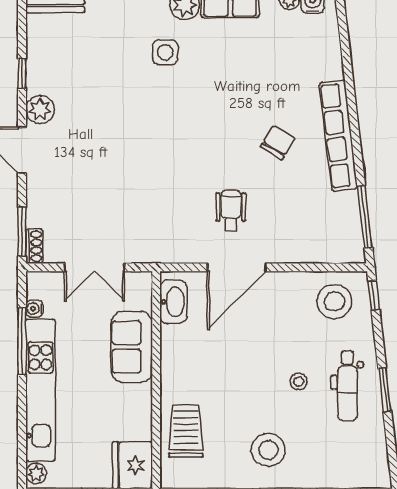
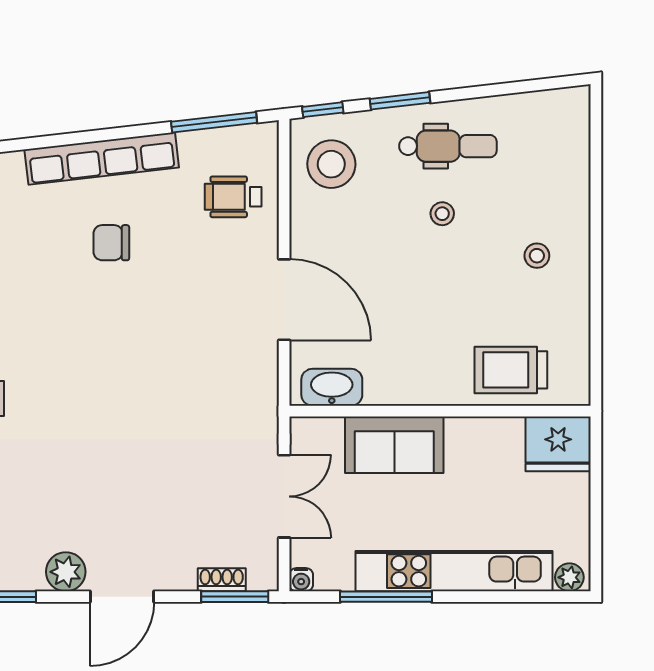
chair: (278, 143) -> (111, 243), turned -31
wheelchair: (231, 210) -> (233, 197), moved
shoe rack: (34, 246) -> (222, 580), moved
water cooler: (34, 309) -> (301, 580), moved
window: (385, 390) -> (400, 101), moved
stool: (268, 450) -> (537, 256), width x0.53, depth x0.53

